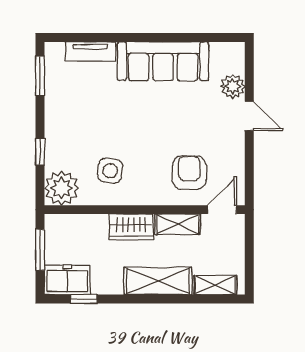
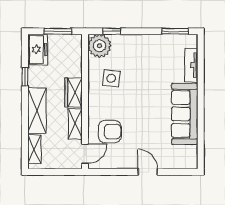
plant: (233, 86) -> (168, 161), removed
door: (249, 116) -> (148, 172), swing flipped
window: (40, 152) -> (112, 31), moved
door: (222, 210) -> (85, 154), hinge flipped
window: (84, 299) -> (25, 77), moved

